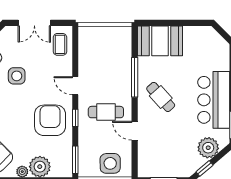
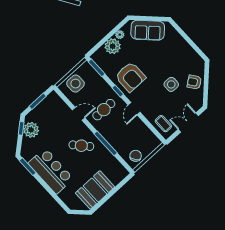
chair: (116, 38) -> (136, 156), added
booth: (160, 41) -> (95, 190), moved
door: (75, 86) -> (134, 109), swing flipped
plant: (208, 148) -> (31, 130), moved

